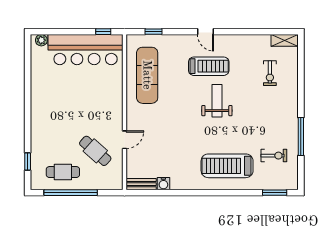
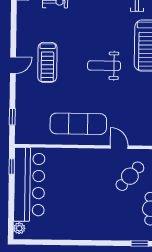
treadmill: (209, 66) -> (47, 62), turned 180
exercise mat: (147, 75) -> (78, 124), moved
weight bench: (217, 101) -> (104, 66), moved

